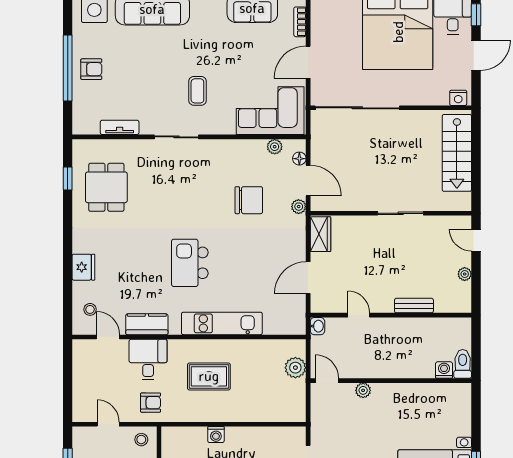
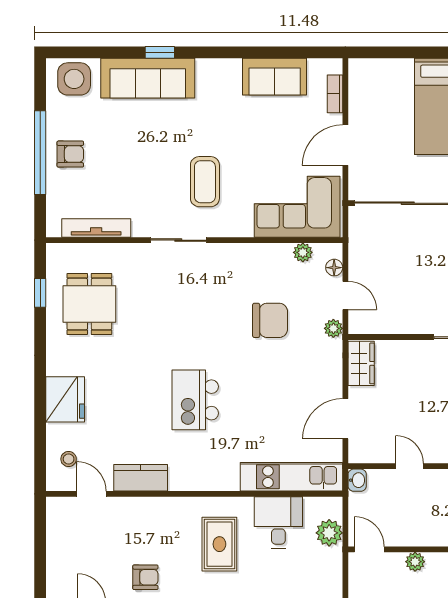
coffee table: (197, 91) -> (205, 182), width x1.36, depth x1.30
tv unit: (120, 127) -> (96, 228), width x1.41
door: (308, 181) -> (345, 295), width x0.73
fridge: (83, 267) -> (65, 399), width x1.36, depth x1.34
kitchen unit: (222, 323) -> (291, 477), moved
desk: (148, 359) -> (278, 523), moved
rug: (209, 376) -> (219, 544), turned 90

